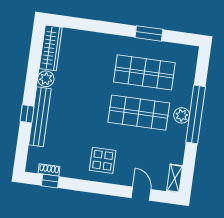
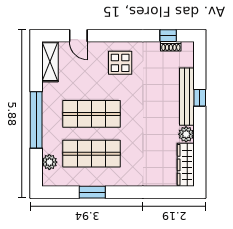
plant: (182, 115) -> (49, 162), moved
shelving: (175, 178) -> (50, 62), width x1.50, depth x1.33

